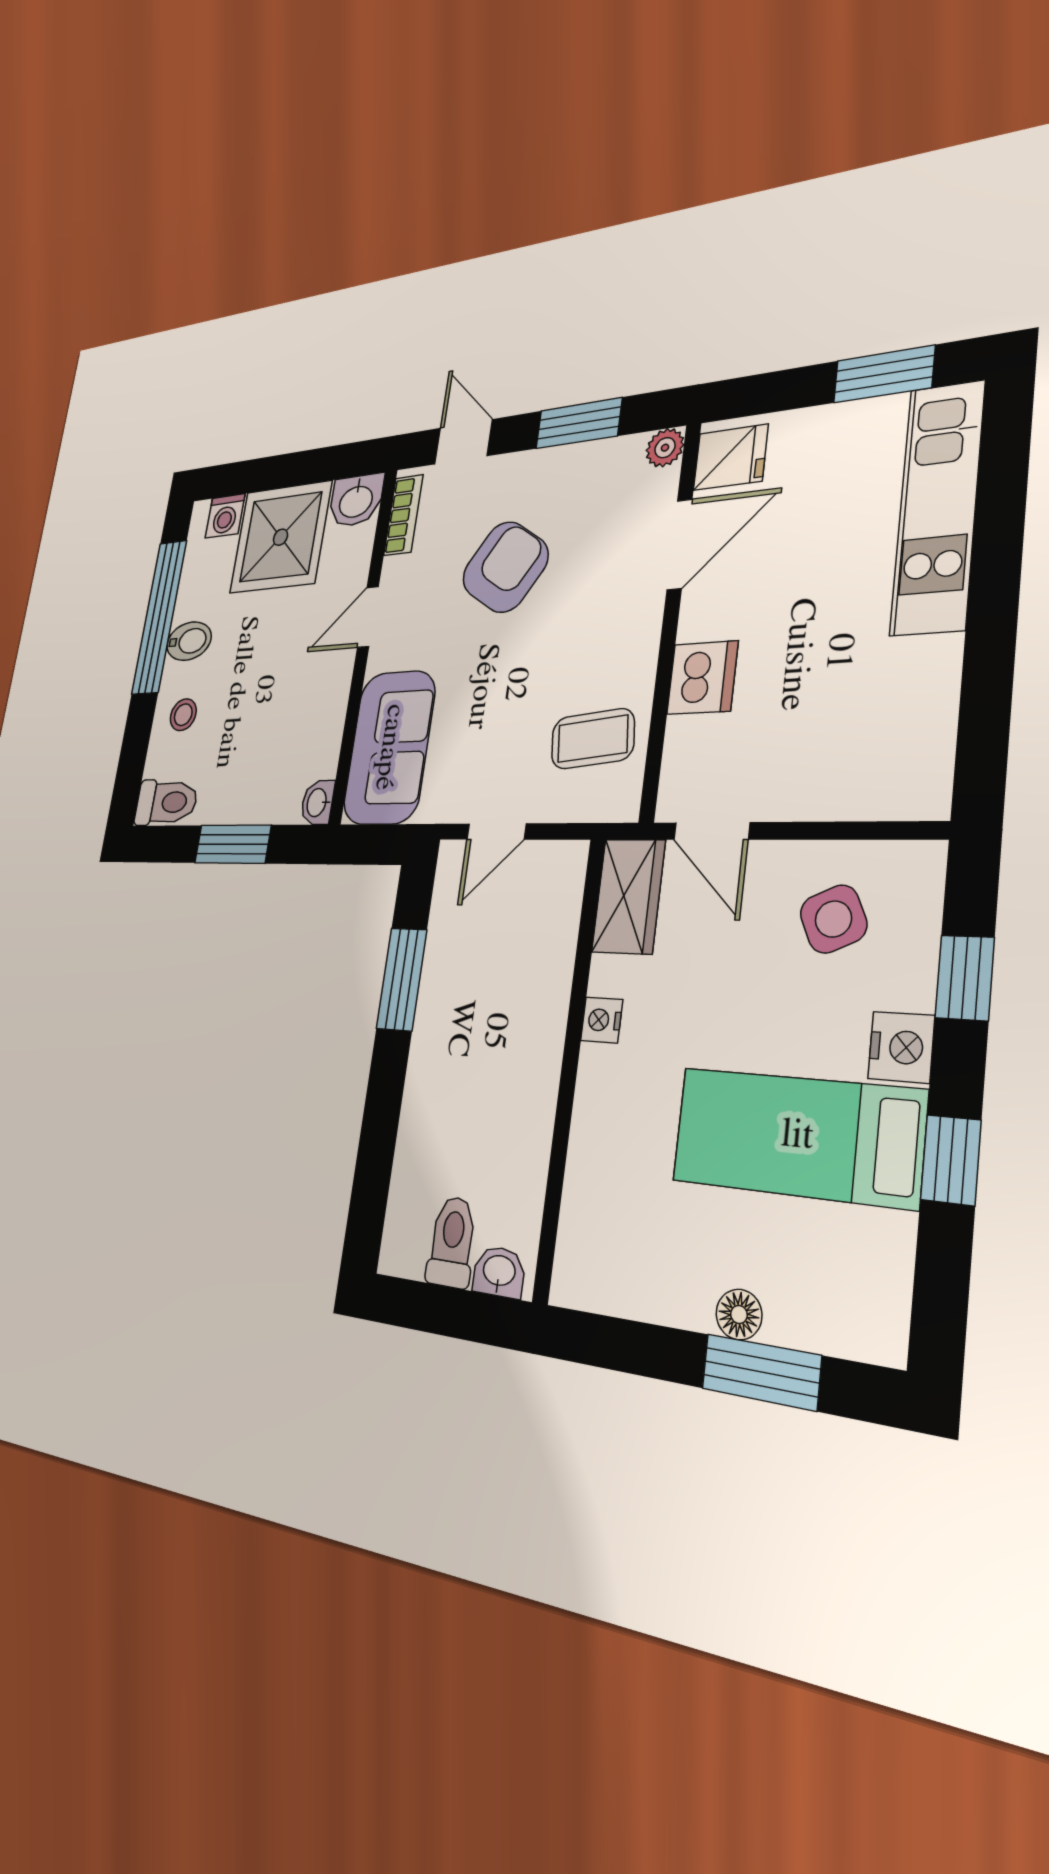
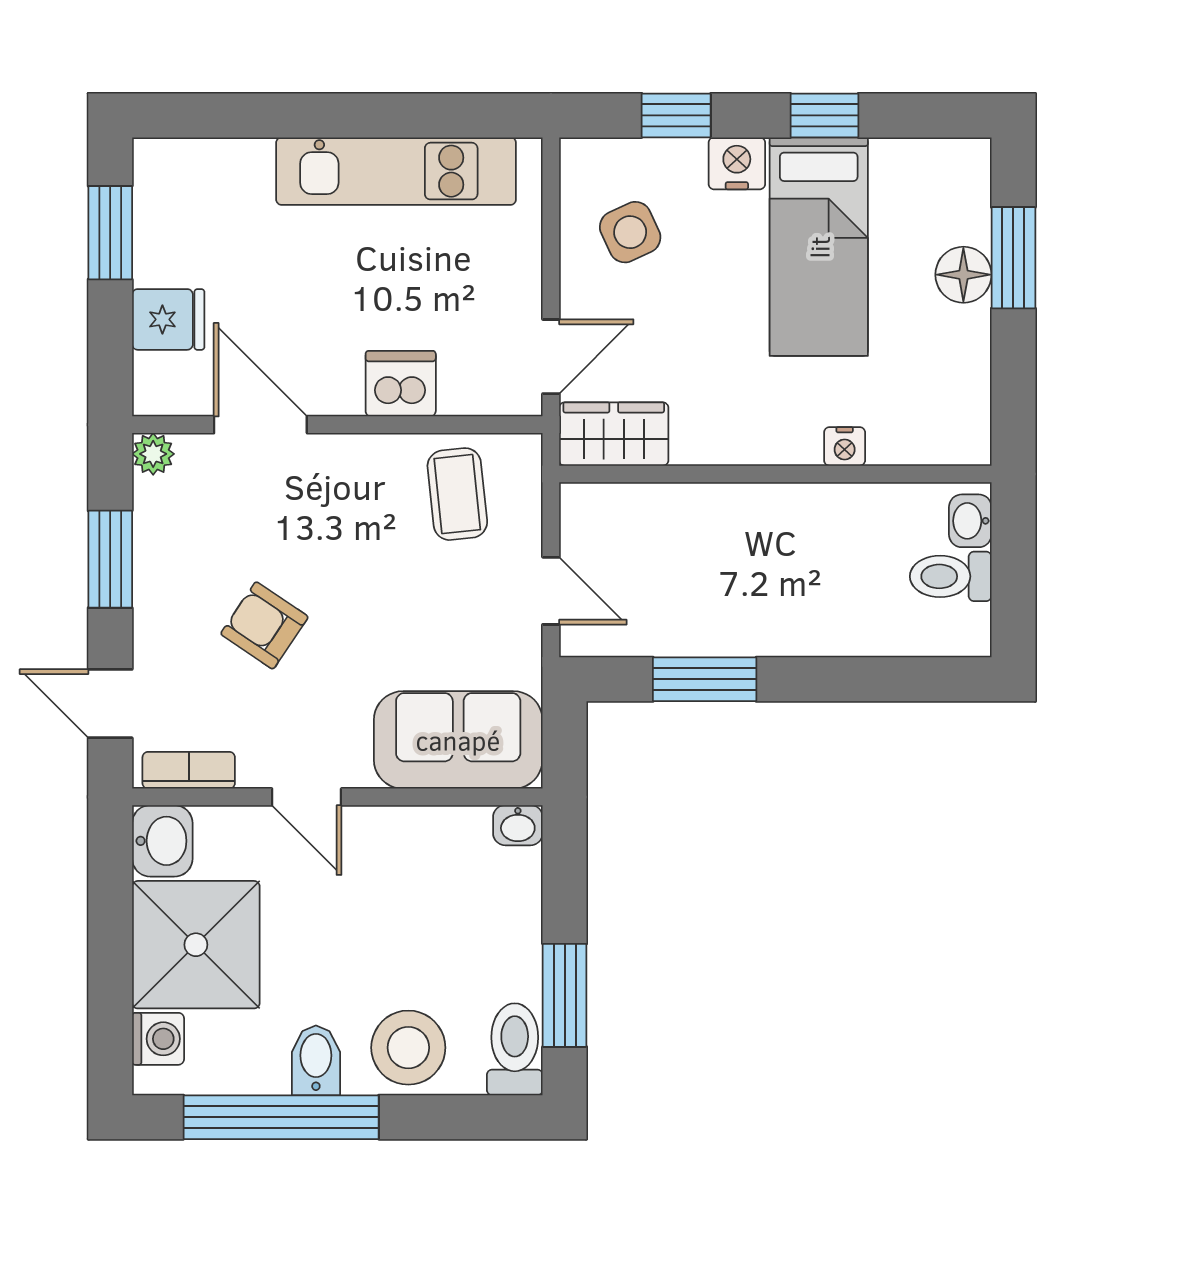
door: (463, 442) -> (110, 704), hinge flipped
fridge: (731, 457) -> (168, 319), moved, turned 90
kitchen unit: (938, 507) -> (396, 171), moved
armchair: (505, 567) -> (264, 625), width x0.72, depth x0.72
stool: (183, 715) -> (408, 1048), width x1.89, depth x1.89
window: (233, 844) -> (565, 995), moved
nightstand: (602, 1020) -> (845, 446), moved
floor lamp: (739, 1314) -> (963, 275), width x1.37, depth x1.37

